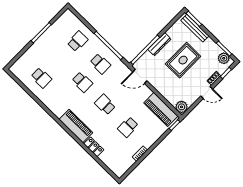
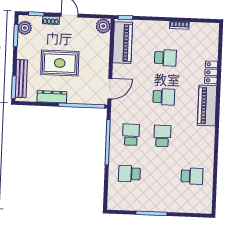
dresser: (159, 44) -> (52, 97), moved
door: (140, 76) -> (110, 89), hinge flipped
school desk: (41, 78) -> (192, 176), turned 90
school desk: (105, 105) -> (164, 97), turned -90

